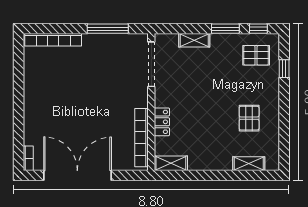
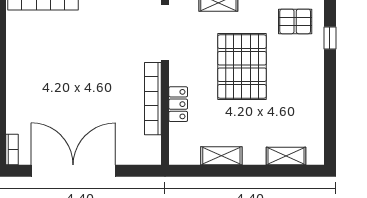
pallet: (249, 118) -> (242, 67), moved, width x2.05, depth x2.00
bookcase: (142, 138) -> (153, 99), moved
shelving: (171, 163) -> (221, 156), moved

